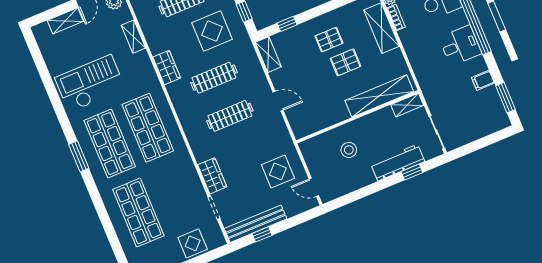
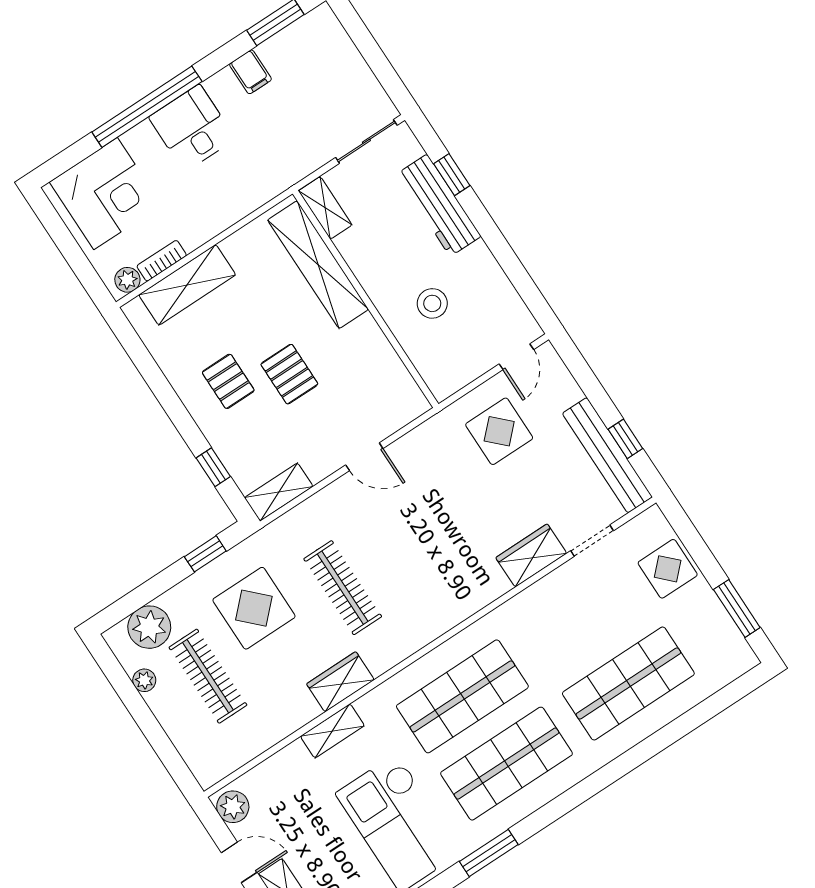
shelving: (133, 37) -> (332, 731), moved
pallet: (346, 62) -> (289, 374), moved
door: (278, 101) -> (364, 457), swing flipped
clothes rail: (230, 116) -> (410, 543), removed
window: (79, 156) -> (489, 853), moved

